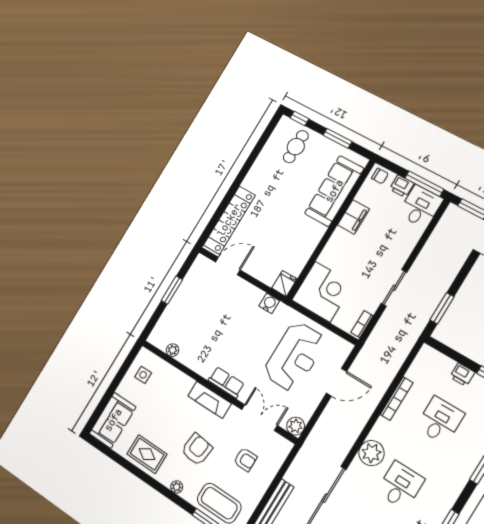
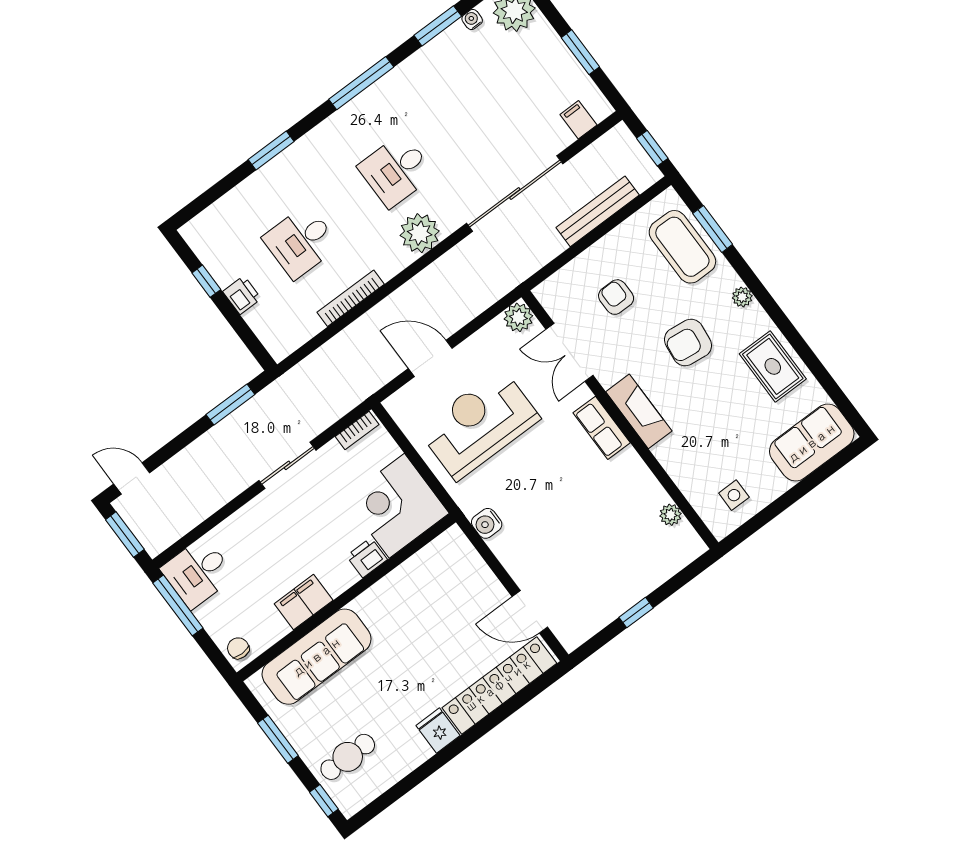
printer: (402, 186) -> (367, 558), moved, turned -90
fridge: (284, 284) -> (438, 730), moved, turned 90
window: (172, 290) -> (636, 613), width x0.67

